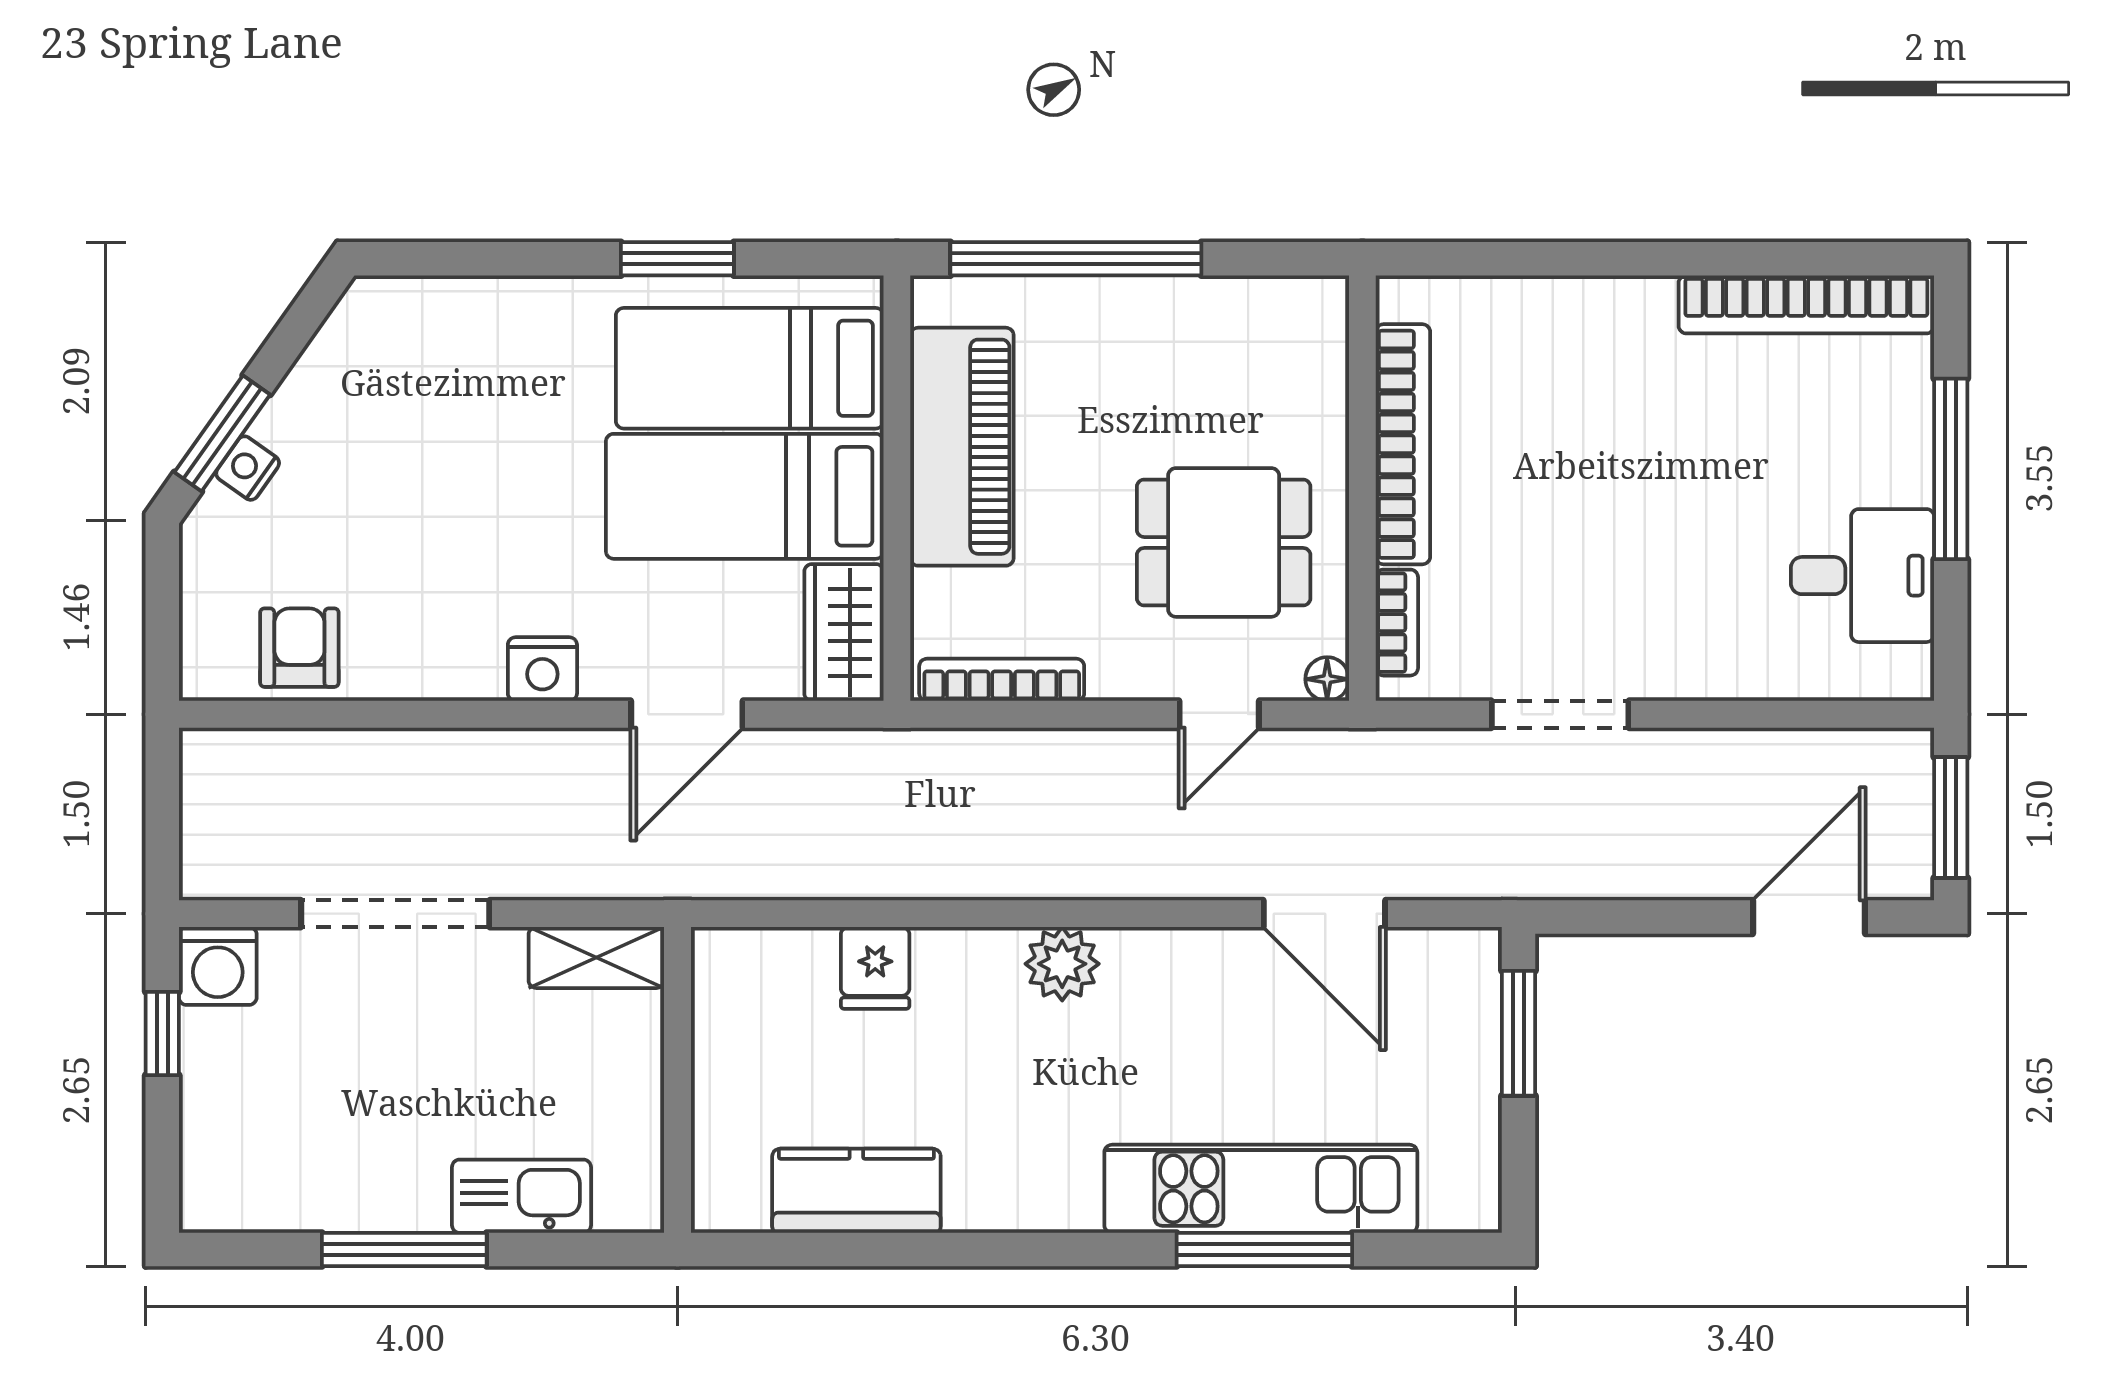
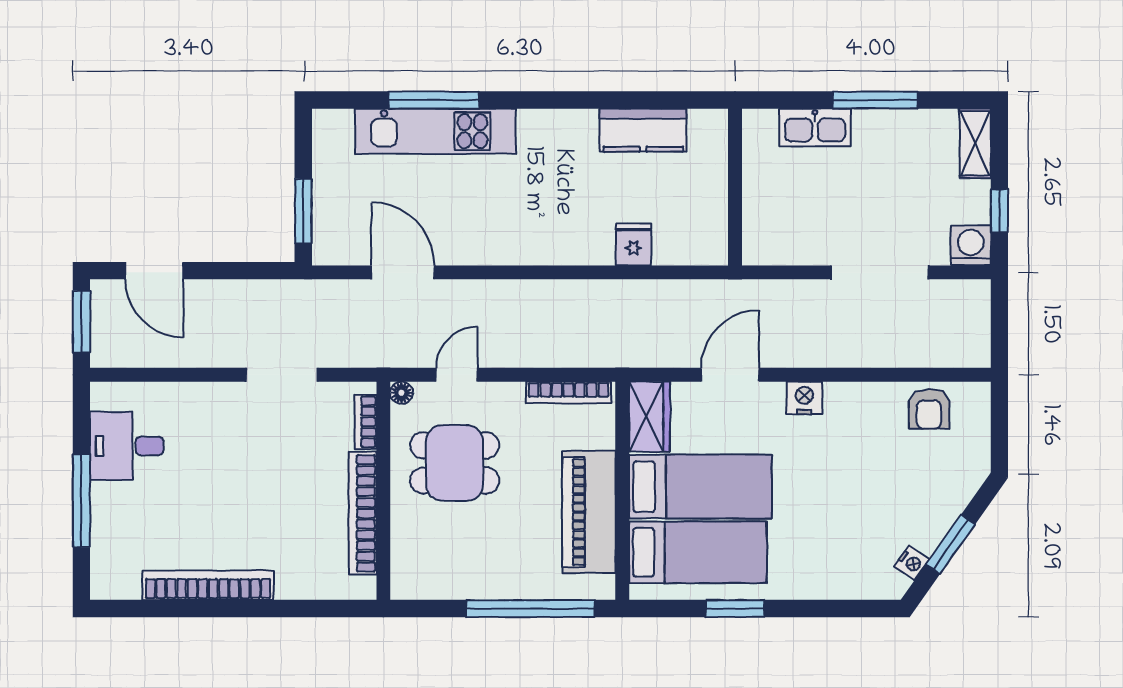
bookcase: (1806, 304) -> (208, 585), moved
window: (222, 433) -> (951, 544), moved
nightstand: (248, 468) -> (912, 563), moved
door: (1809, 917) -> (154, 271), hinge flipped
shelving: (596, 958) -> (975, 143), moved, turned 90
plant: (1062, 964) -> (538, 247), removed

